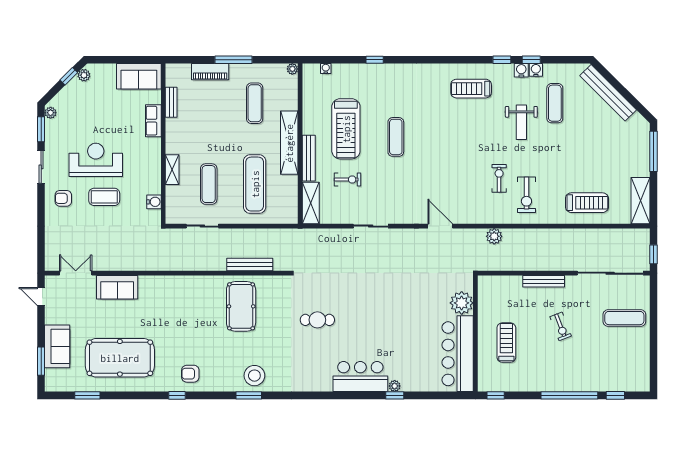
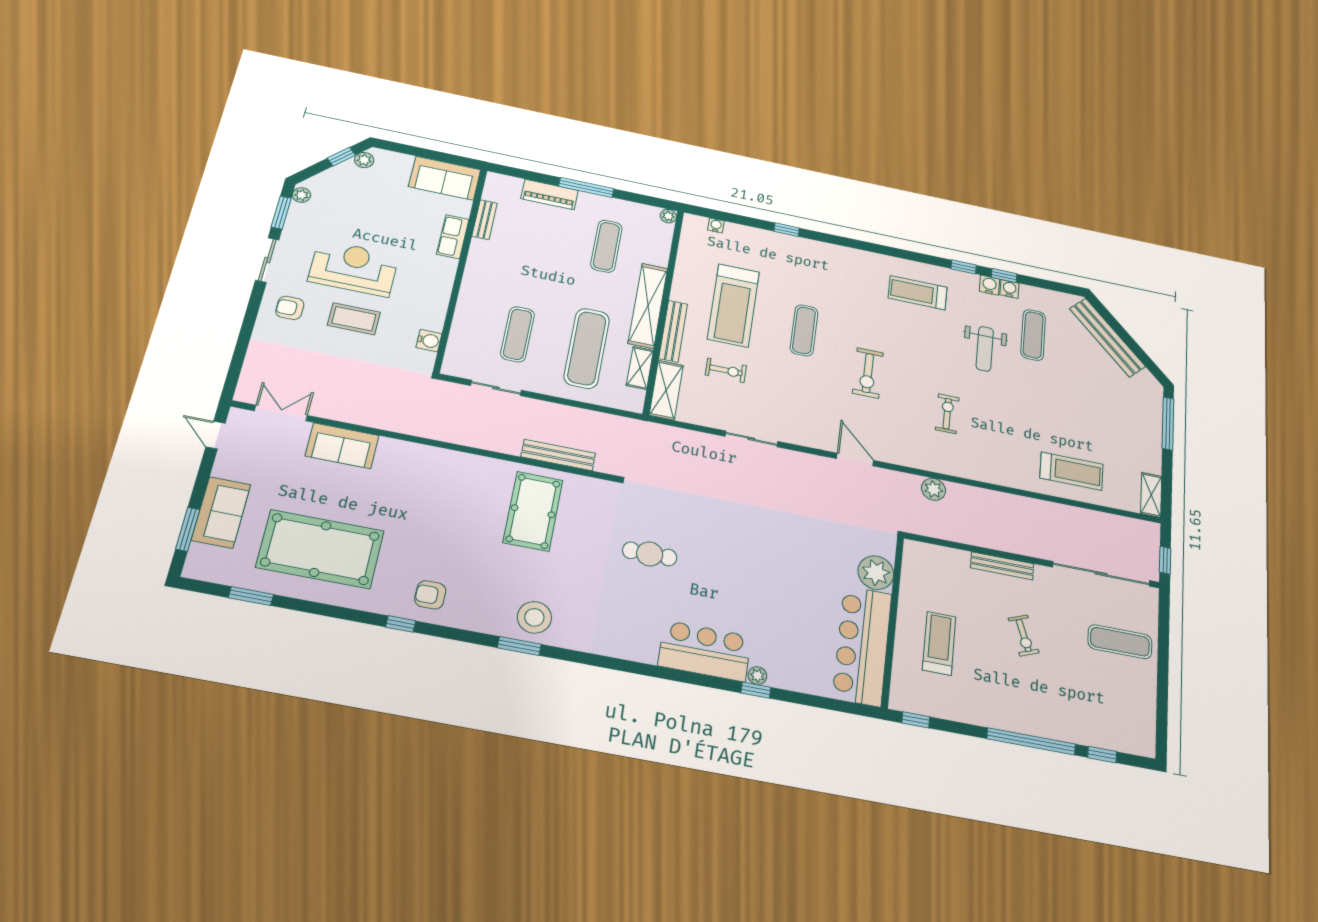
shelving: (172, 170) -> (640, 368), moved
exercise bike: (526, 195) -> (868, 373), moved
shelving: (641, 201) -> (1151, 495), width x0.67, depth x0.75

